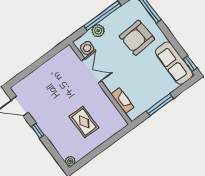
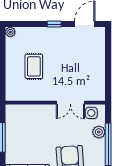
fireplace: (122, 101) -> (28, 110), removed
rug: (84, 122) -> (34, 66), turned 90

